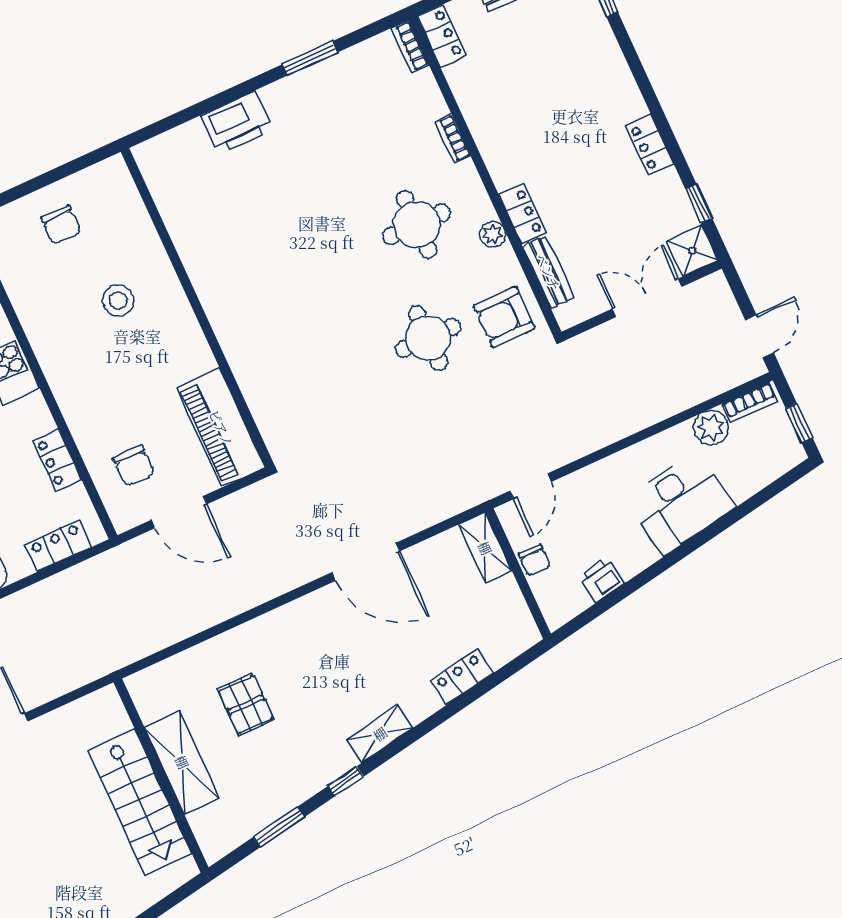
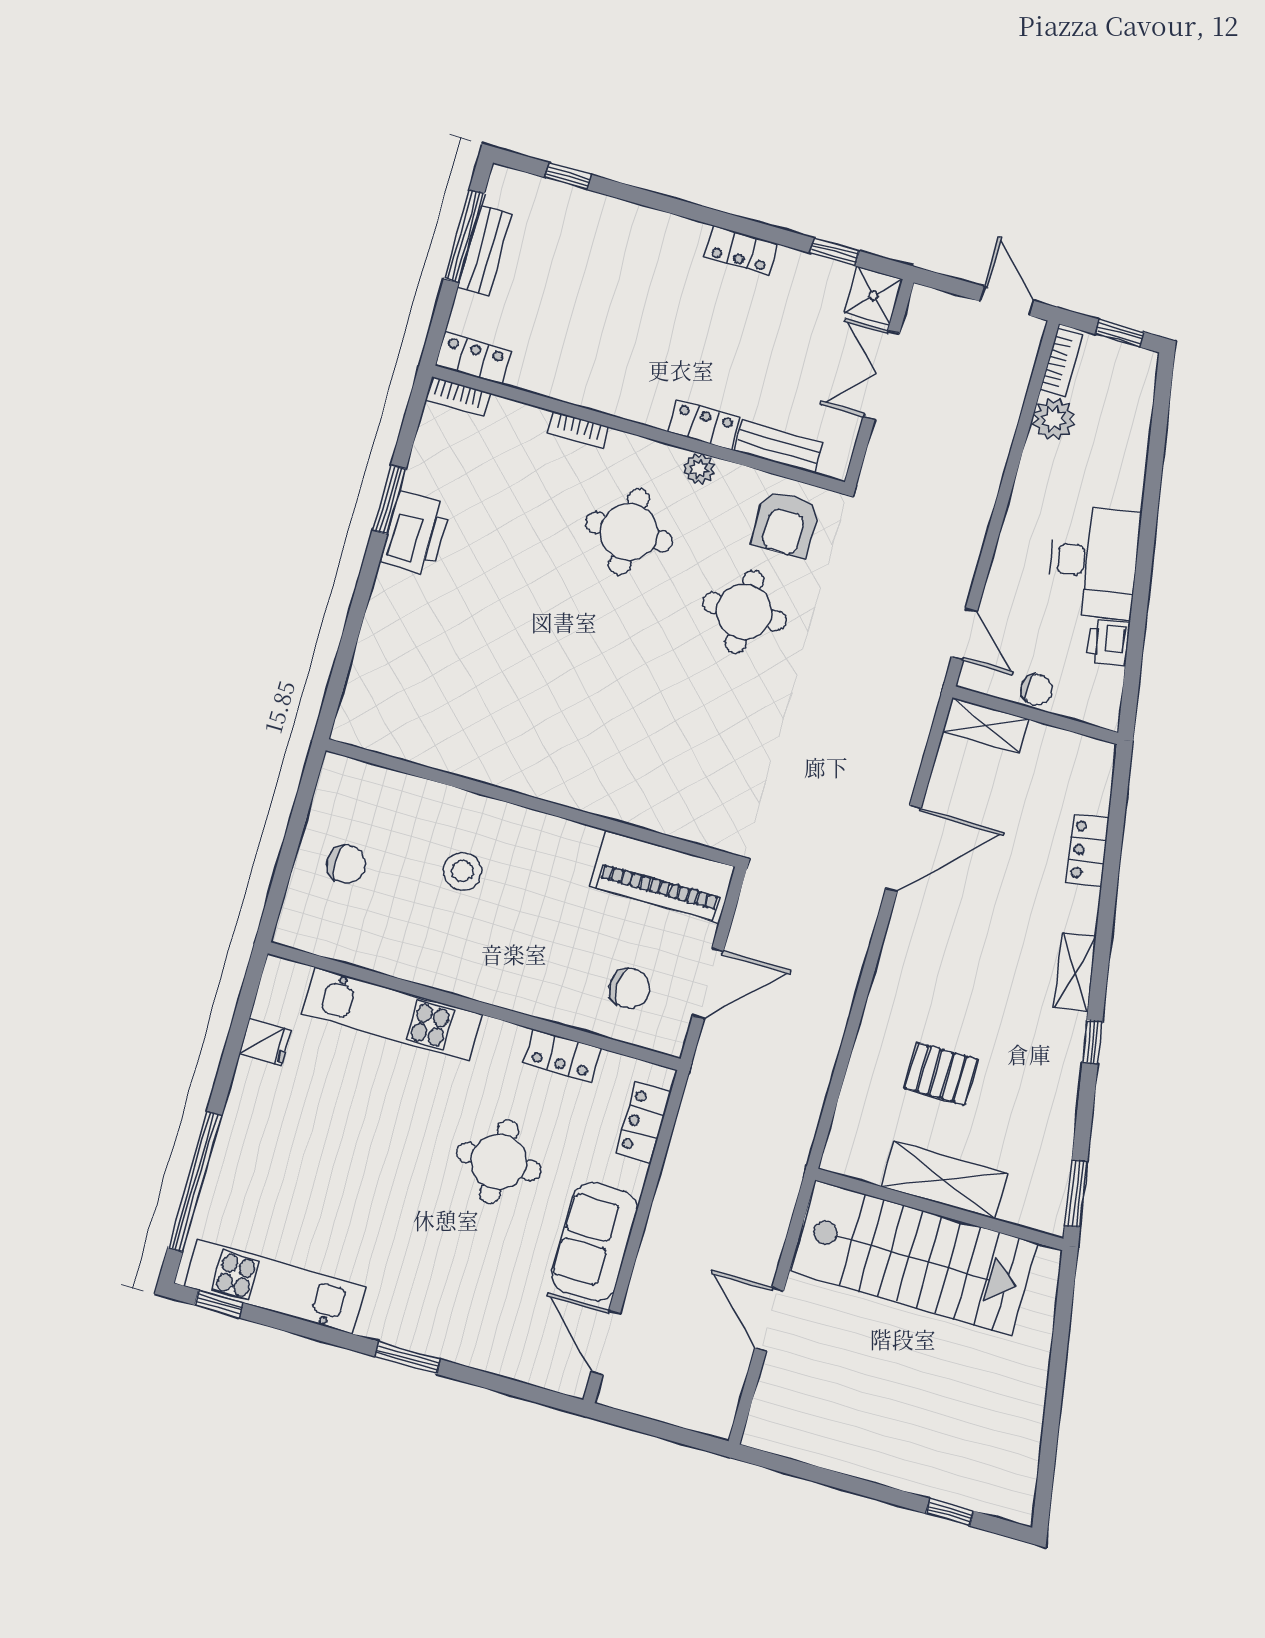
printer: (237, 122) -> (415, 533), moved
desk: (681, 503) -> (1094, 562), moved
stairs: (140, 802) -> (914, 1258), width x1.36, depth x1.51
window: (279, 827) -> (1076, 1193), moved

